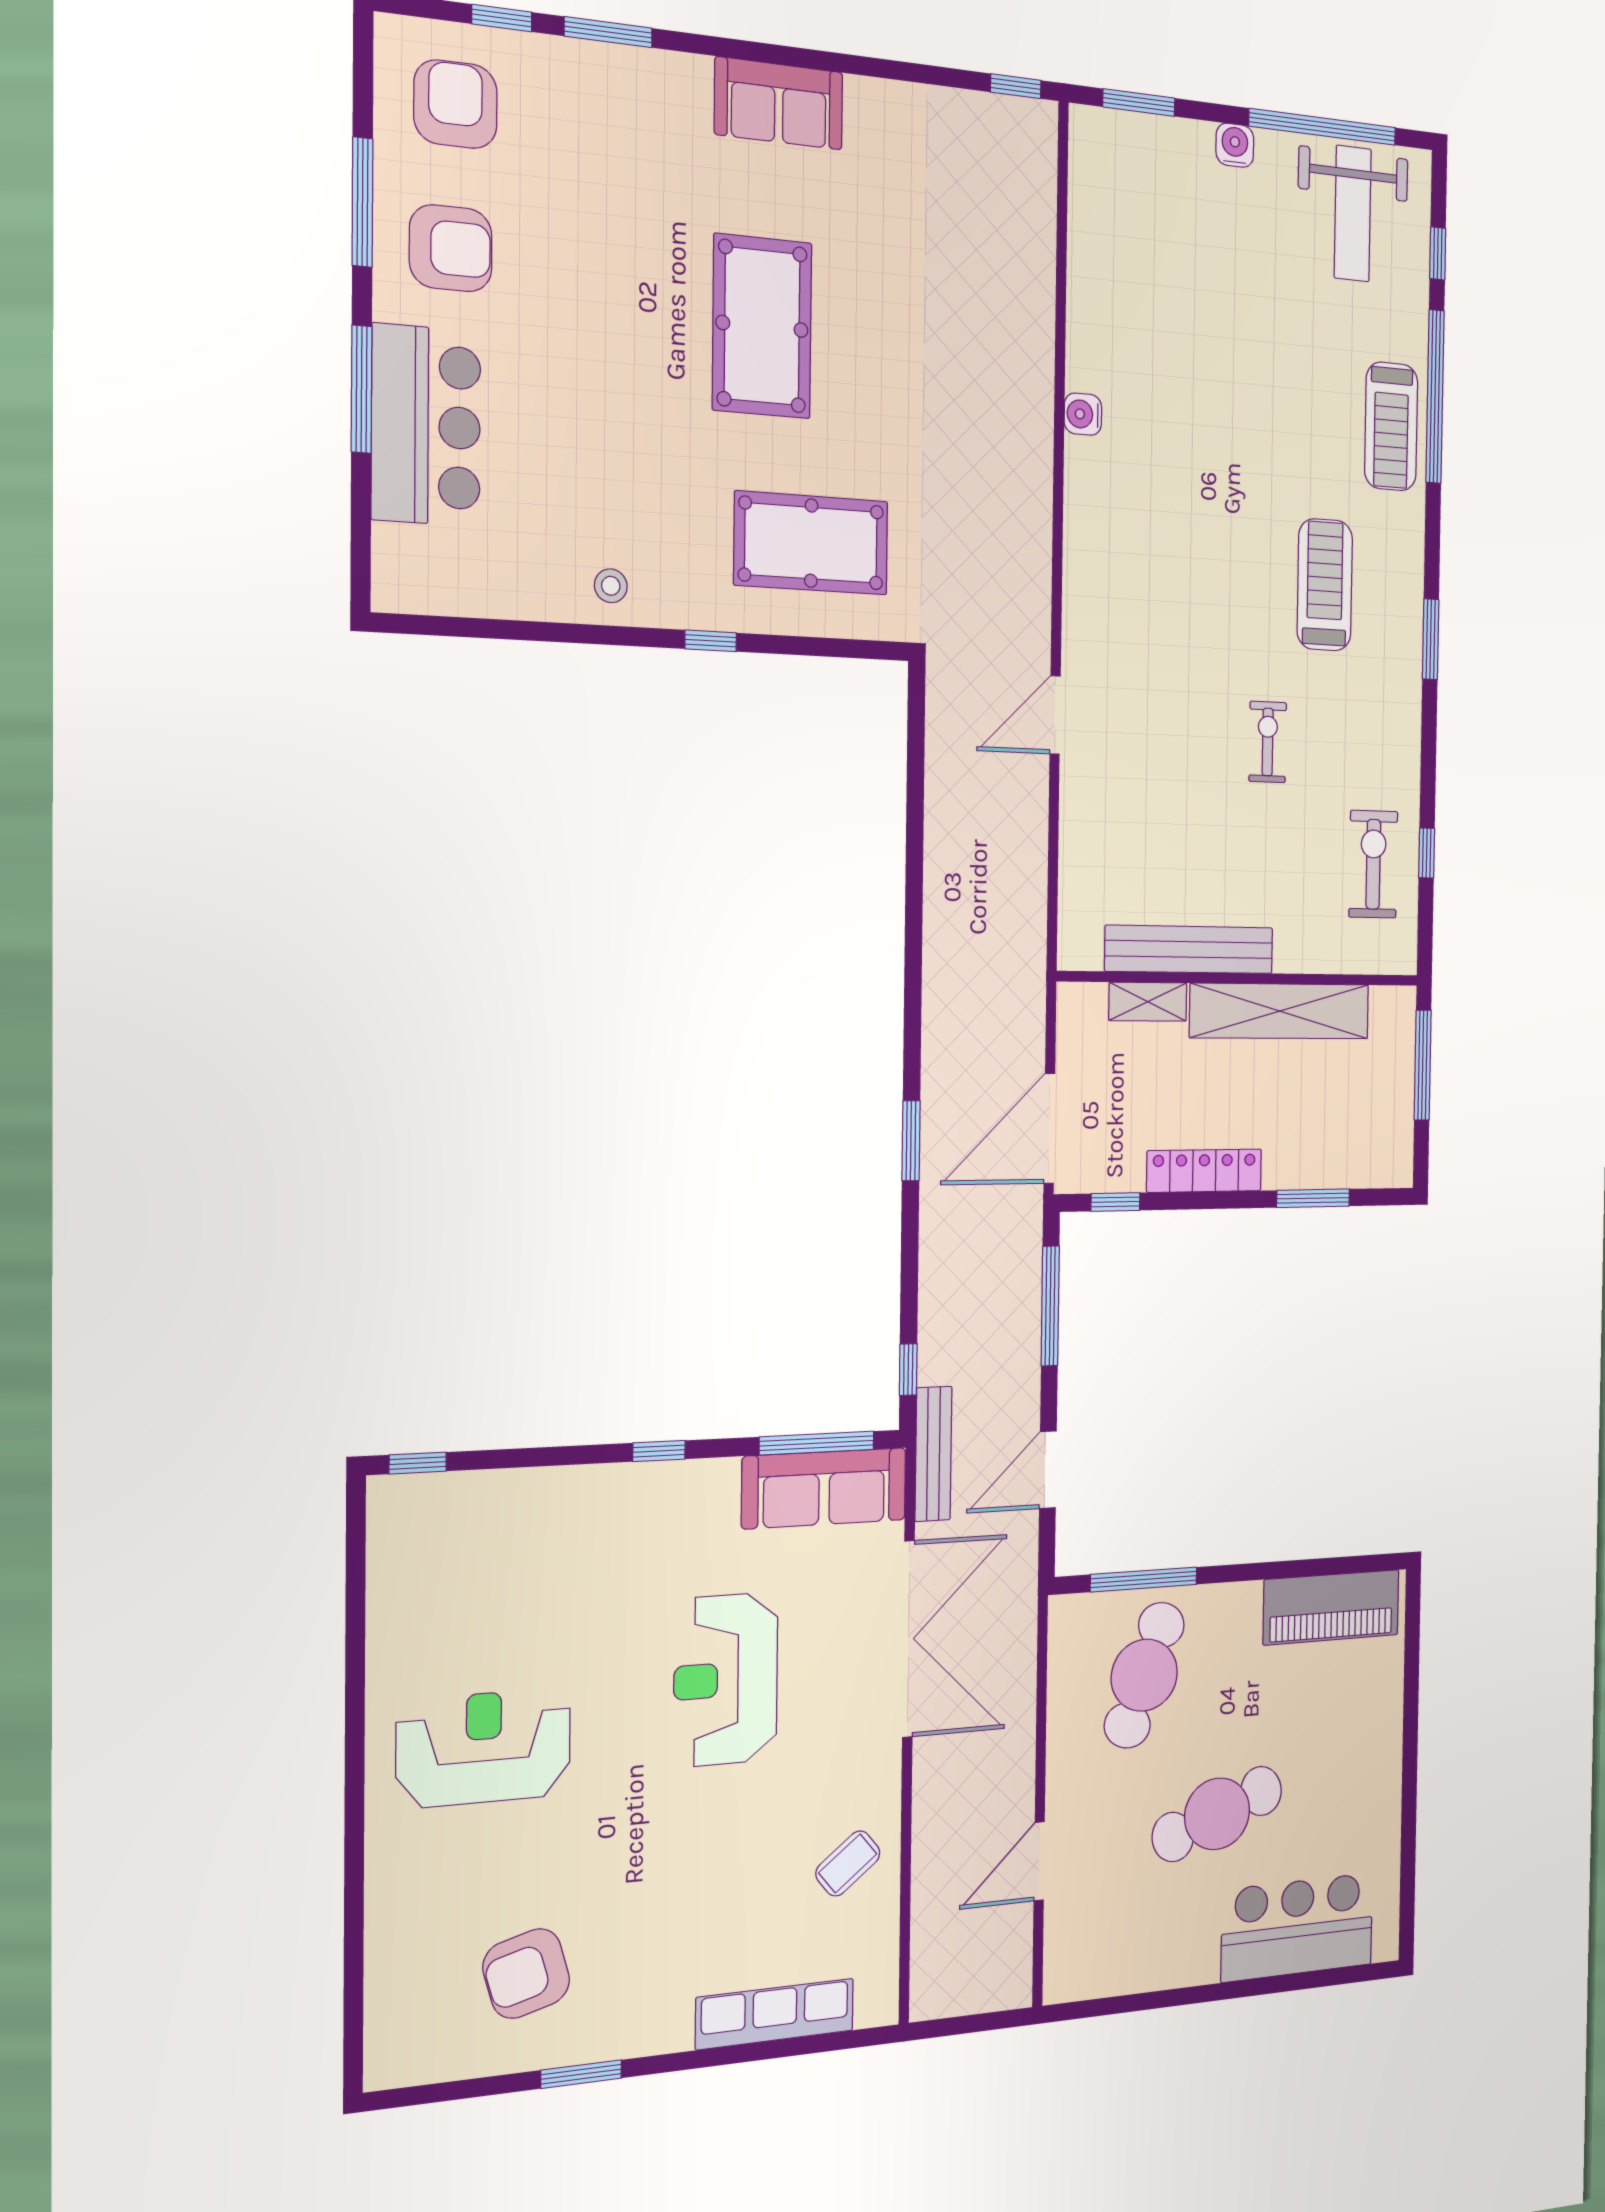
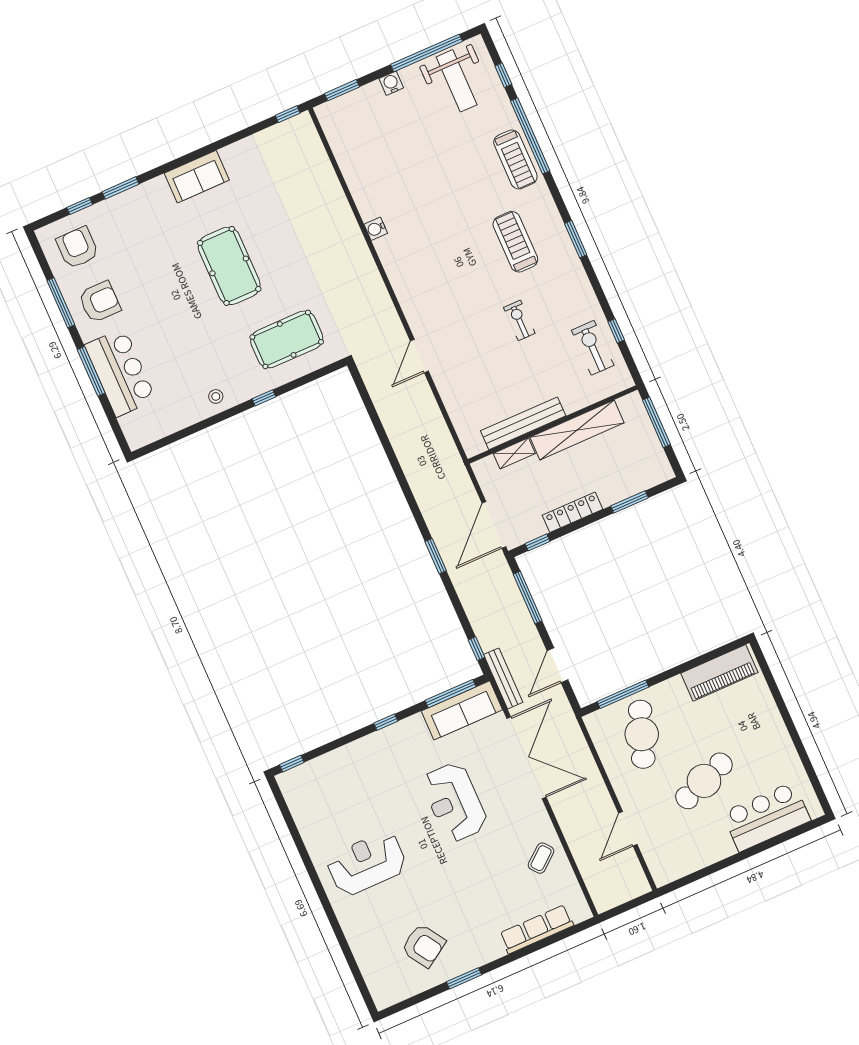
armchair: (526, 1974) -> (423, 946), turned -107

